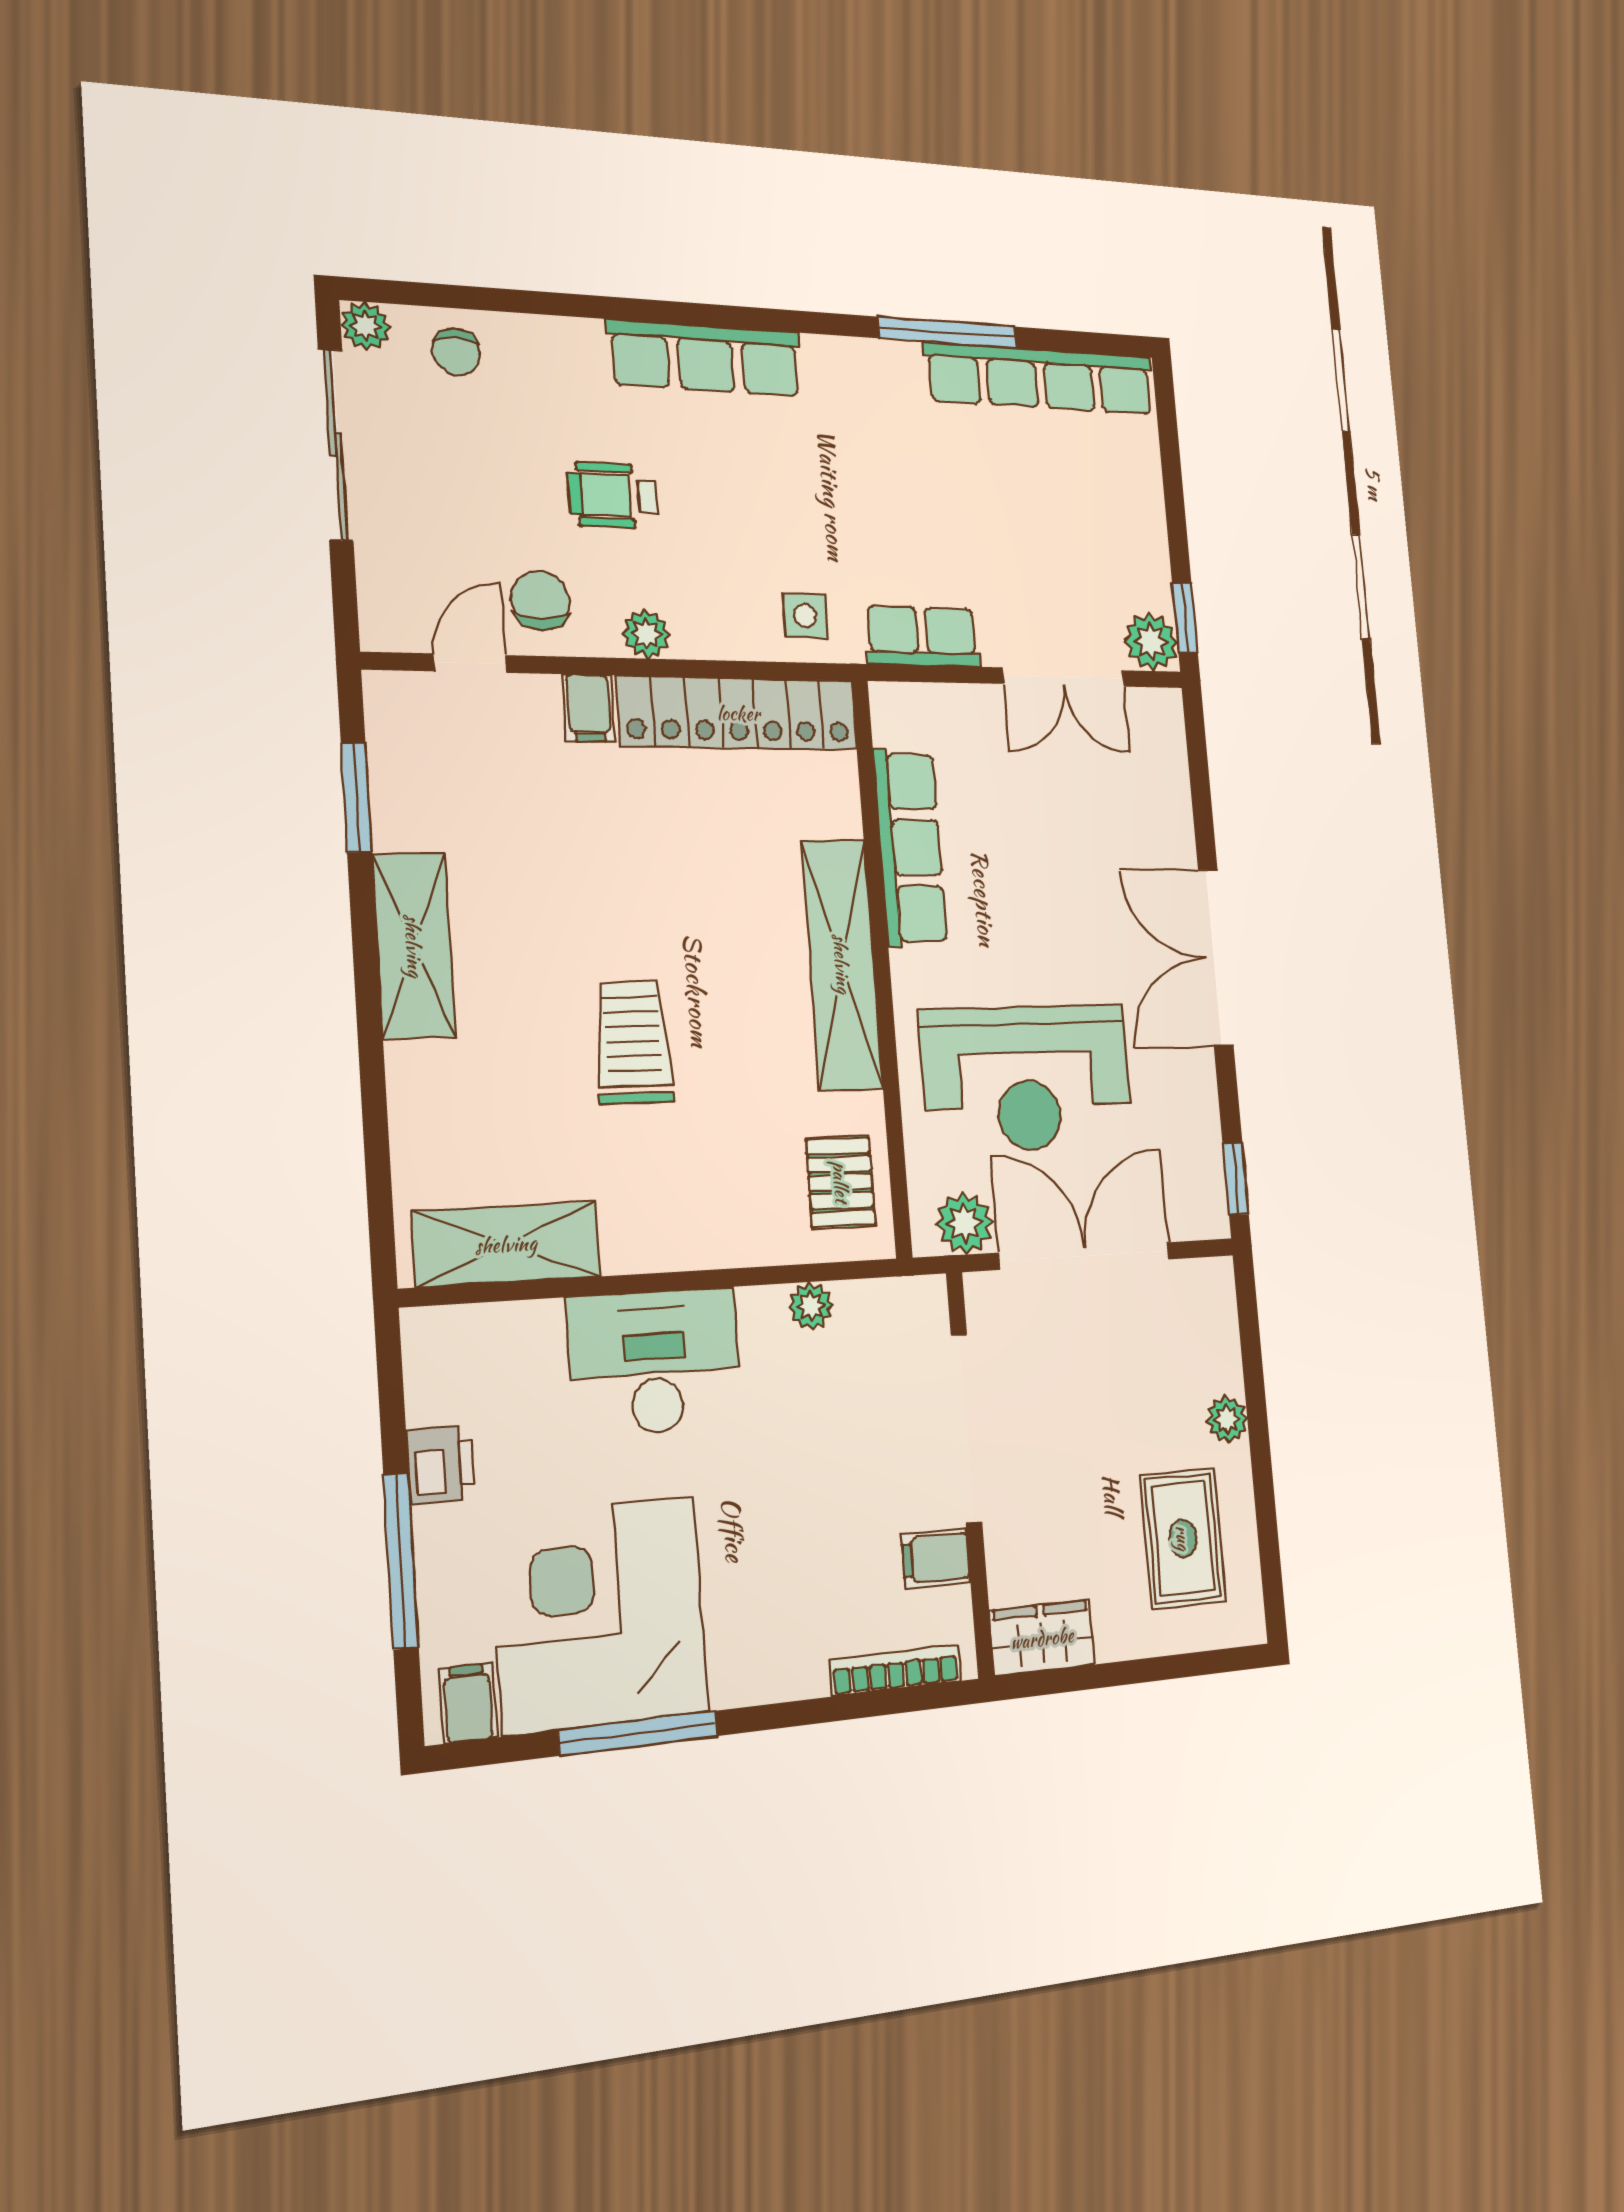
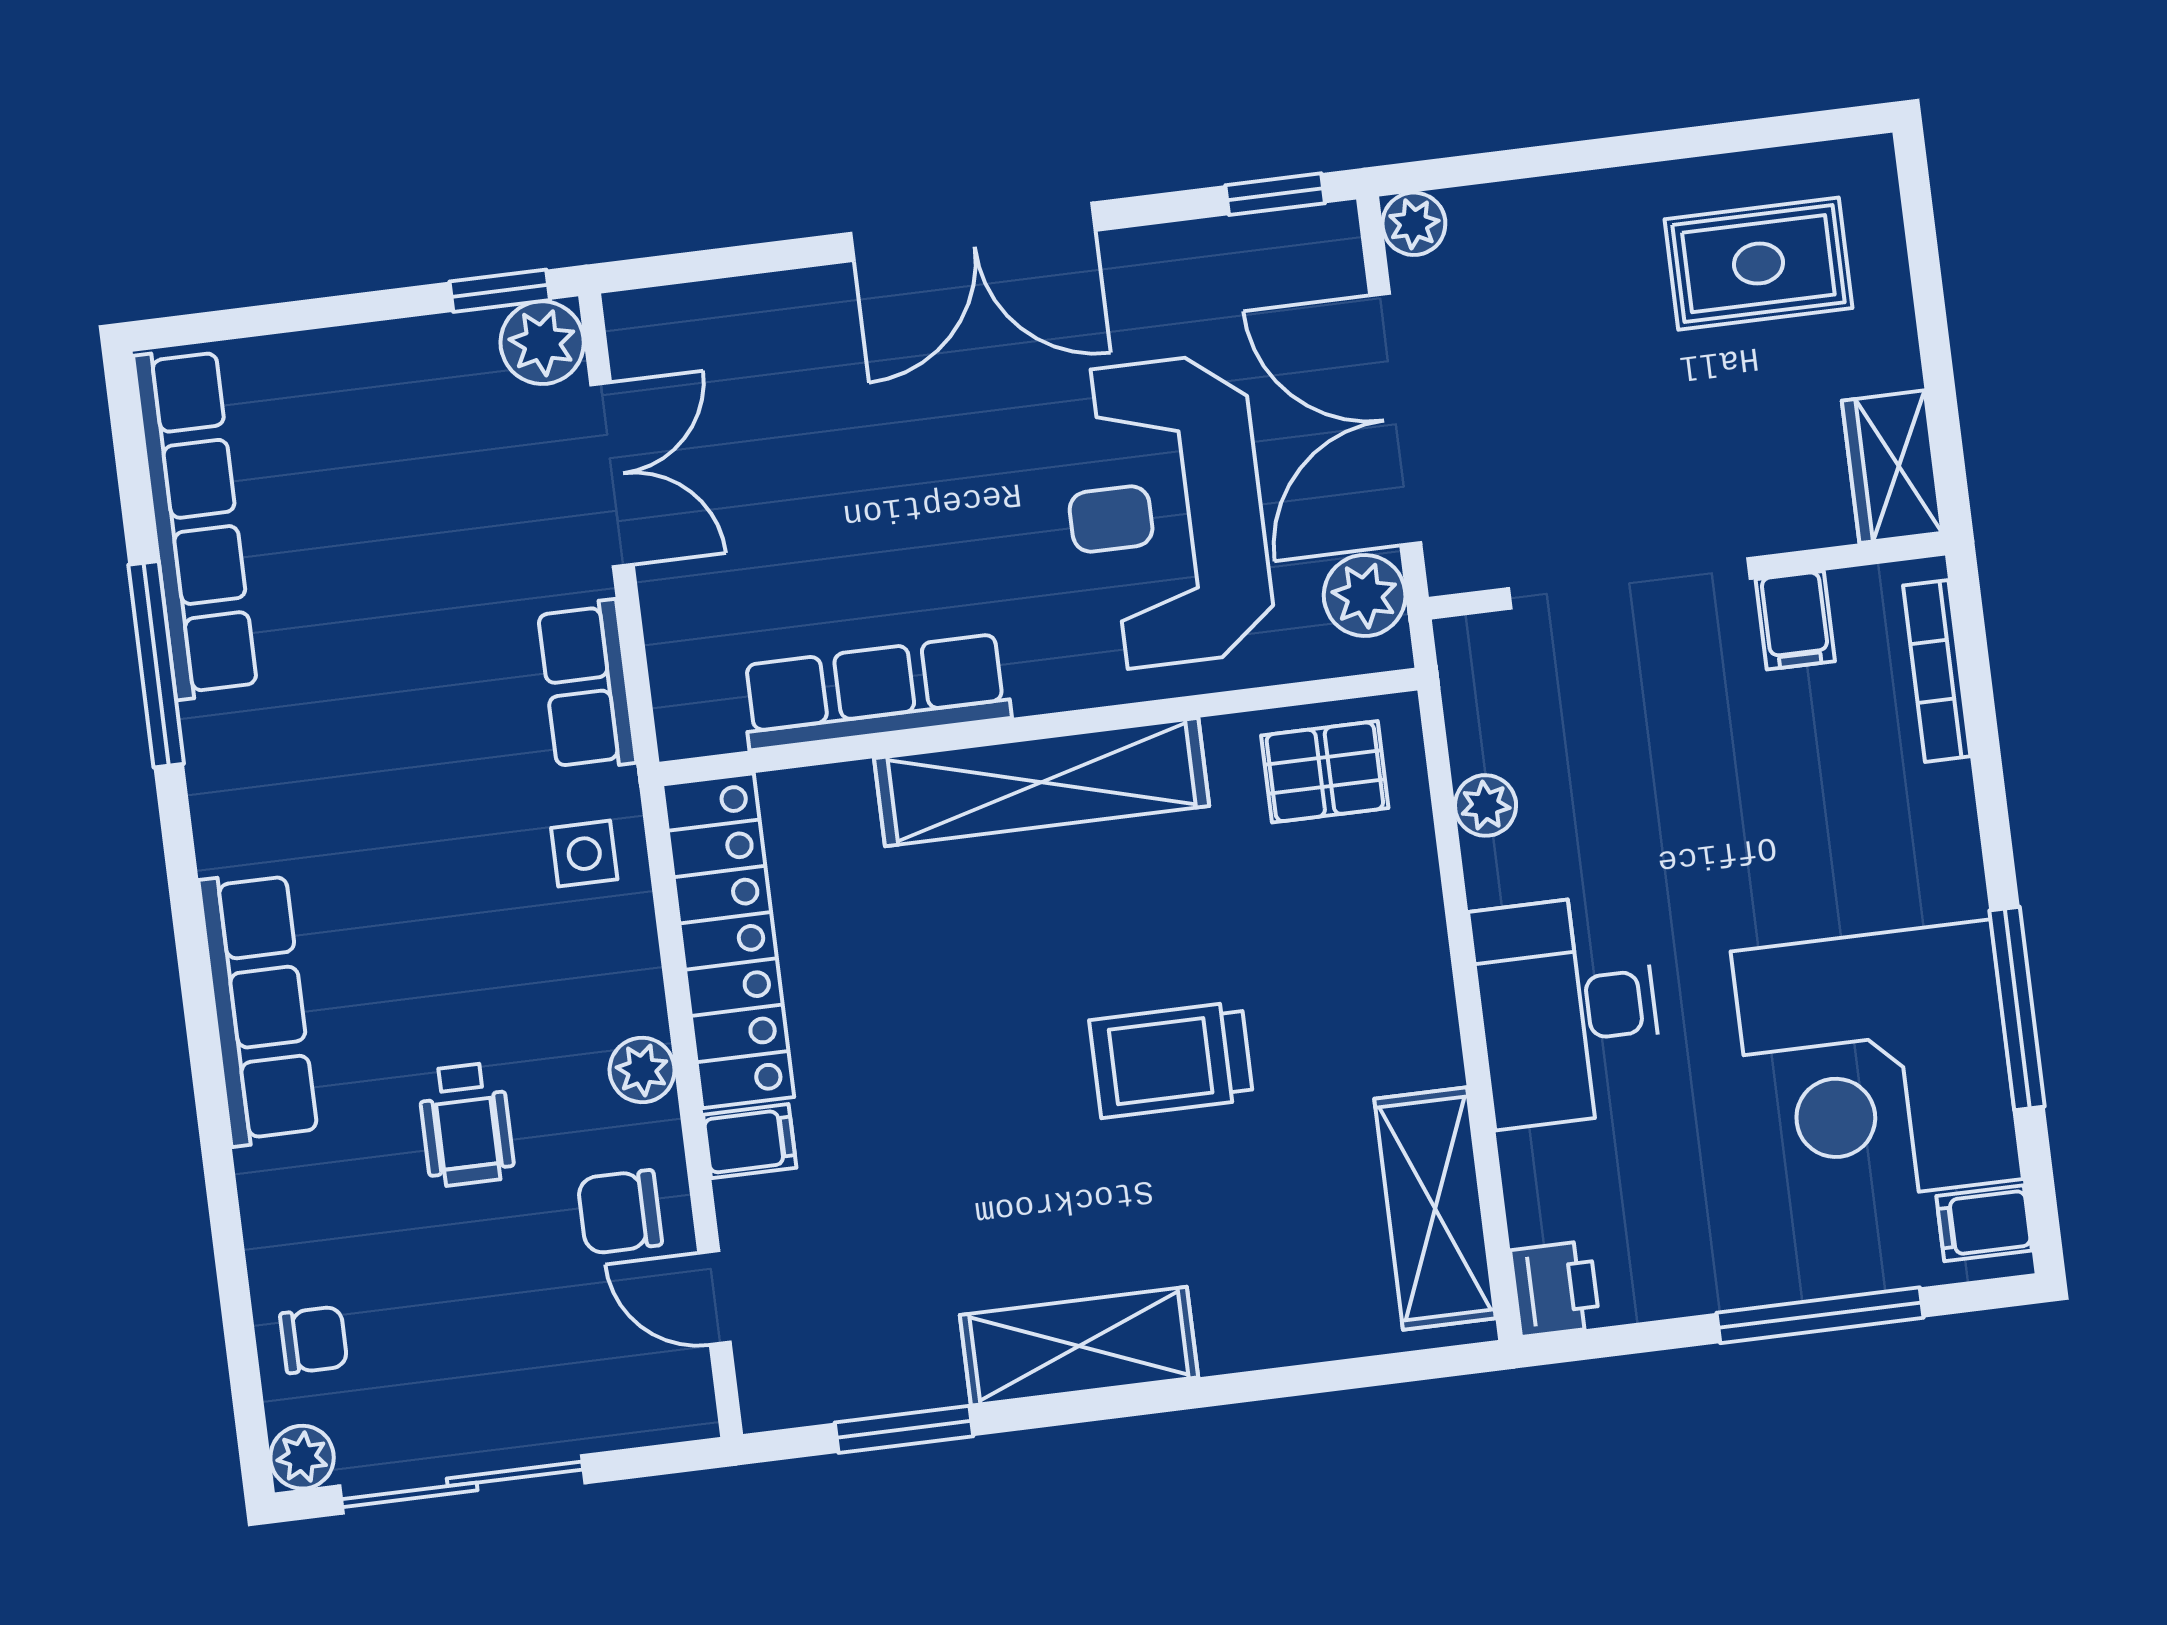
reception desk: (1027, 1078) -> (1166, 512), turned 180
plant: (1227, 1419) -> (1414, 224), moved
printer: (441, 1464) -> (1555, 1289), moved, turned 90

